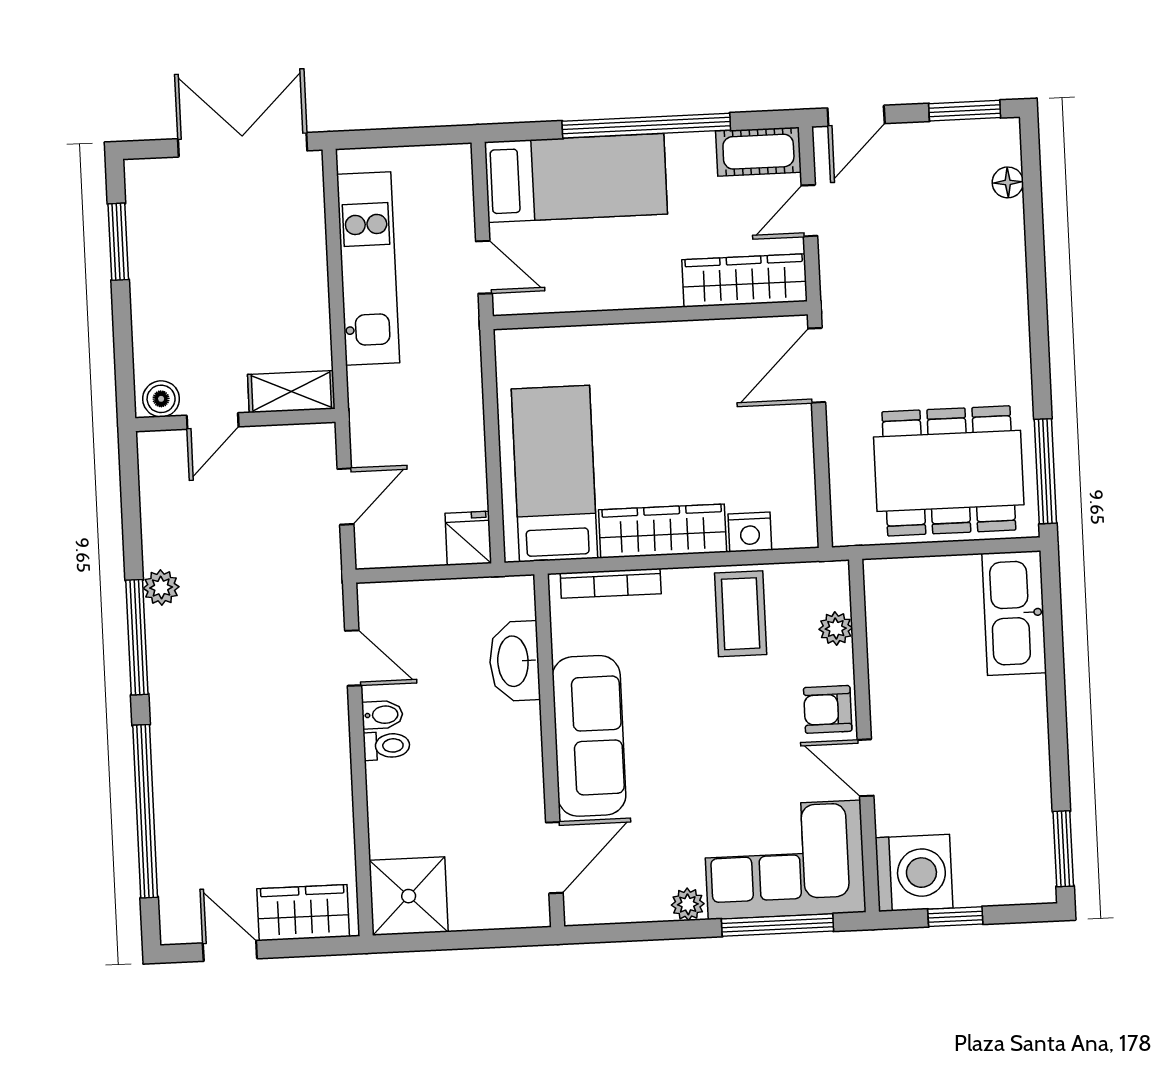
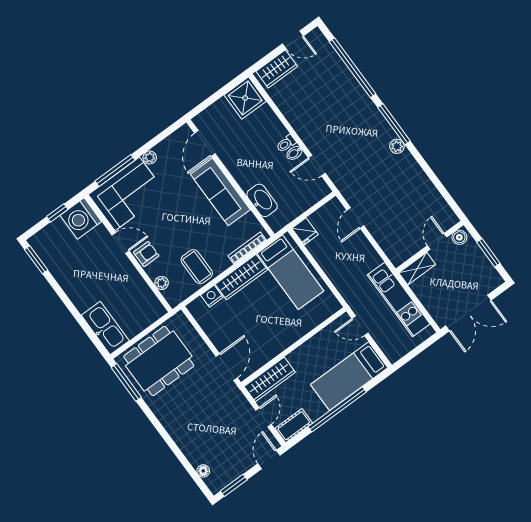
shelving: (291, 392) -> (417, 269), moved
boiler: (161, 399) -> (459, 237), moved
wall: (235, 420) -> (430, 247), moved
door: (213, 421) -> (437, 241), moved

